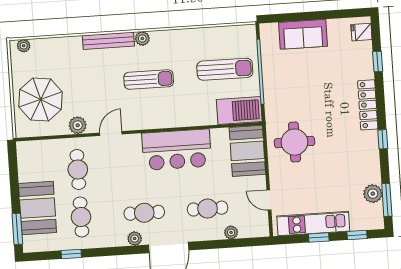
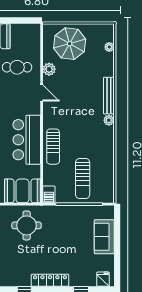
plant: (24, 46) -> (109, 47), moved
sun lounger: (149, 80) -> (53, 147), moved
barbecue: (239, 111) -> (49, 194), width x0.53, depth x0.65

